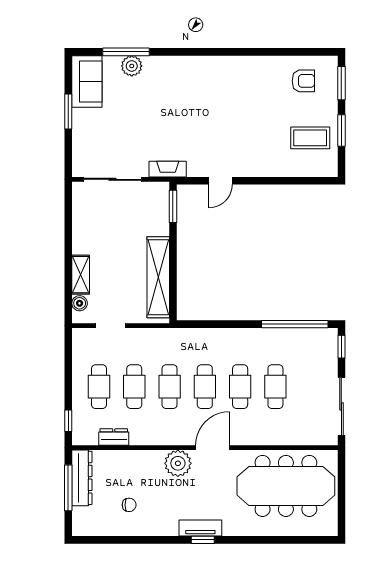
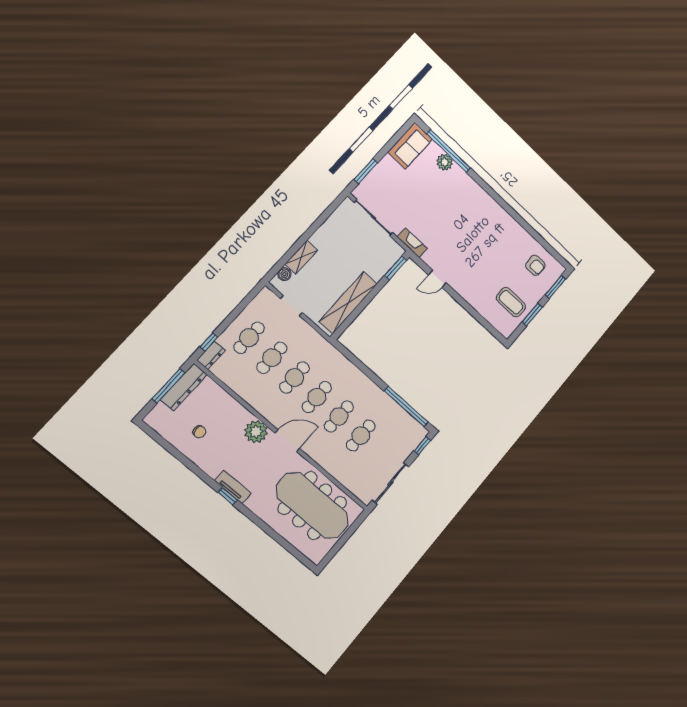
window: (126, 52) -> (449, 151), width x1.46
window: (68, 112) -> (366, 171), moved
dresser: (114, 437) -> (211, 355), moved, turned 90

